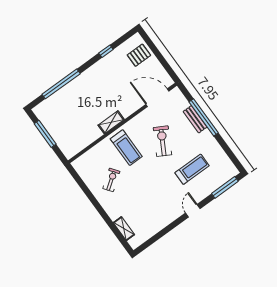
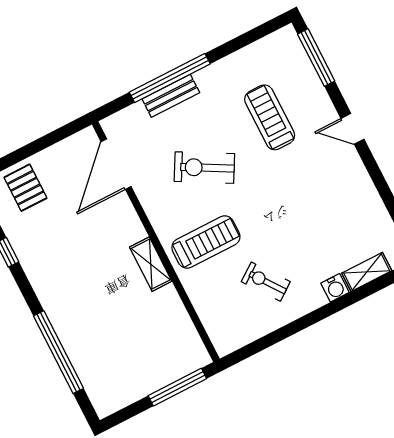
window: (45, 134) -> (177, 387), moved
water cooler: (114, 214) -> (335, 288), added

